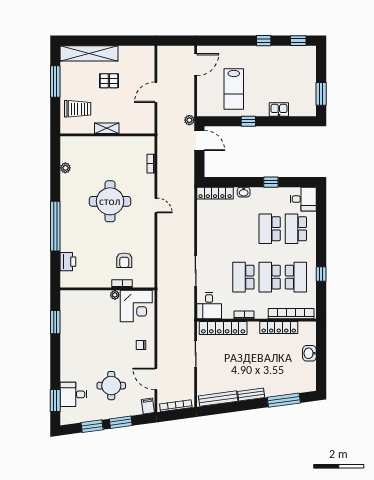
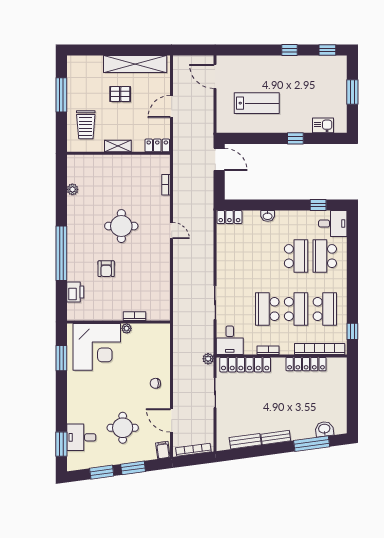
shelving: (89, 53) -> (135, 64), moved
door: (196, 65) -> (215, 76), swing flipped
lab bench: (234, 89) -> (257, 103), turned -90
window: (321, 94) -> (352, 92), moved
trolley: (78, 109) -> (86, 125), turned 90
kitchen sink: (279, 109) -> (323, 125), moved
plant: (189, 120) -> (208, 359), moved
window: (248, 121) -> (295, 138), moved
locker: (143, 128) -> (157, 145), added
window: (271, 182) -> (318, 205), moved
locker: (215, 193) -> (229, 217), width x0.66
round table: (110, 201) -> (121, 226), width x0.73, depth x0.73
school desk: (270, 229) -> (296, 256), turned 180
armchair: (124, 260) -> (106, 269), moved
window: (321, 274) -> (352, 331), moved
school desk: (270, 277) -> (296, 309), turned 180
corner desk: (136, 306) -> (97, 347), moved, width x1.36, depth x1.36
washbasin: (309, 353) -> (324, 429), moved, turned 82
bench: (218, 399) -> (245, 441), width x0.73

